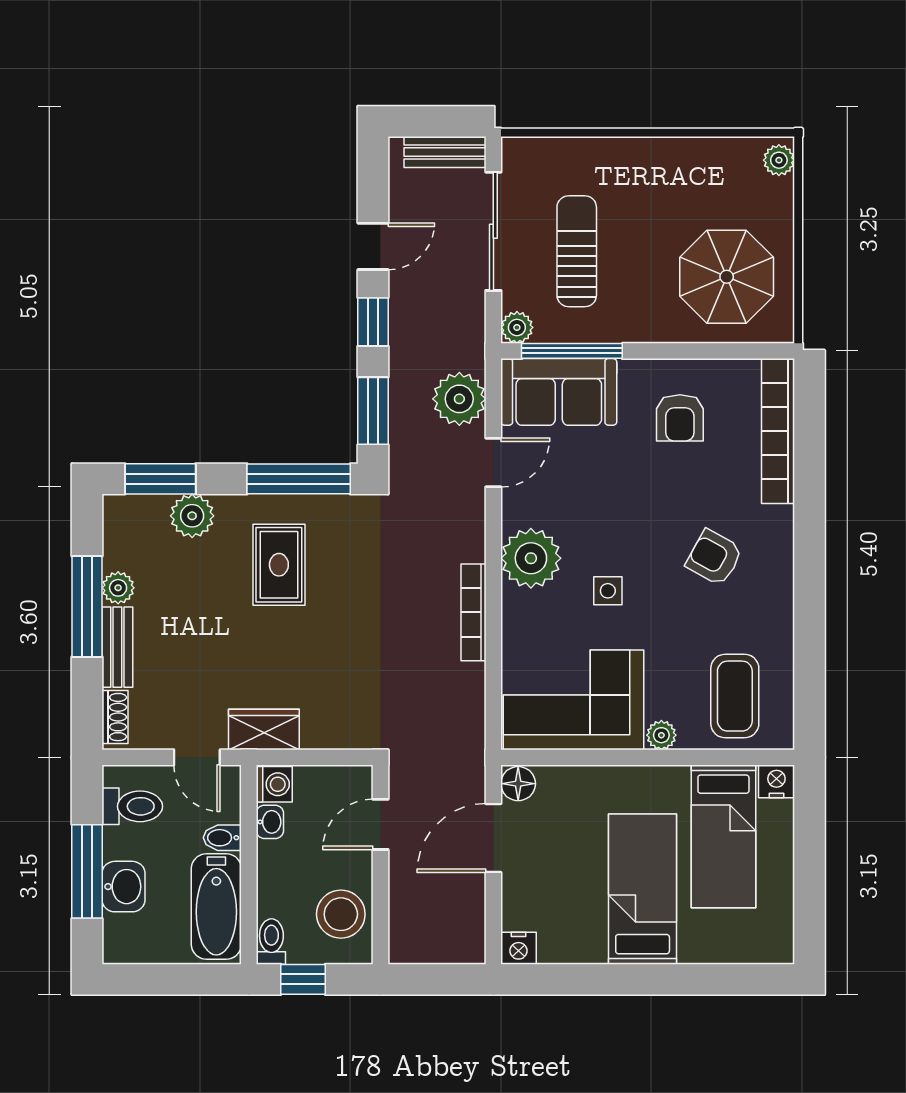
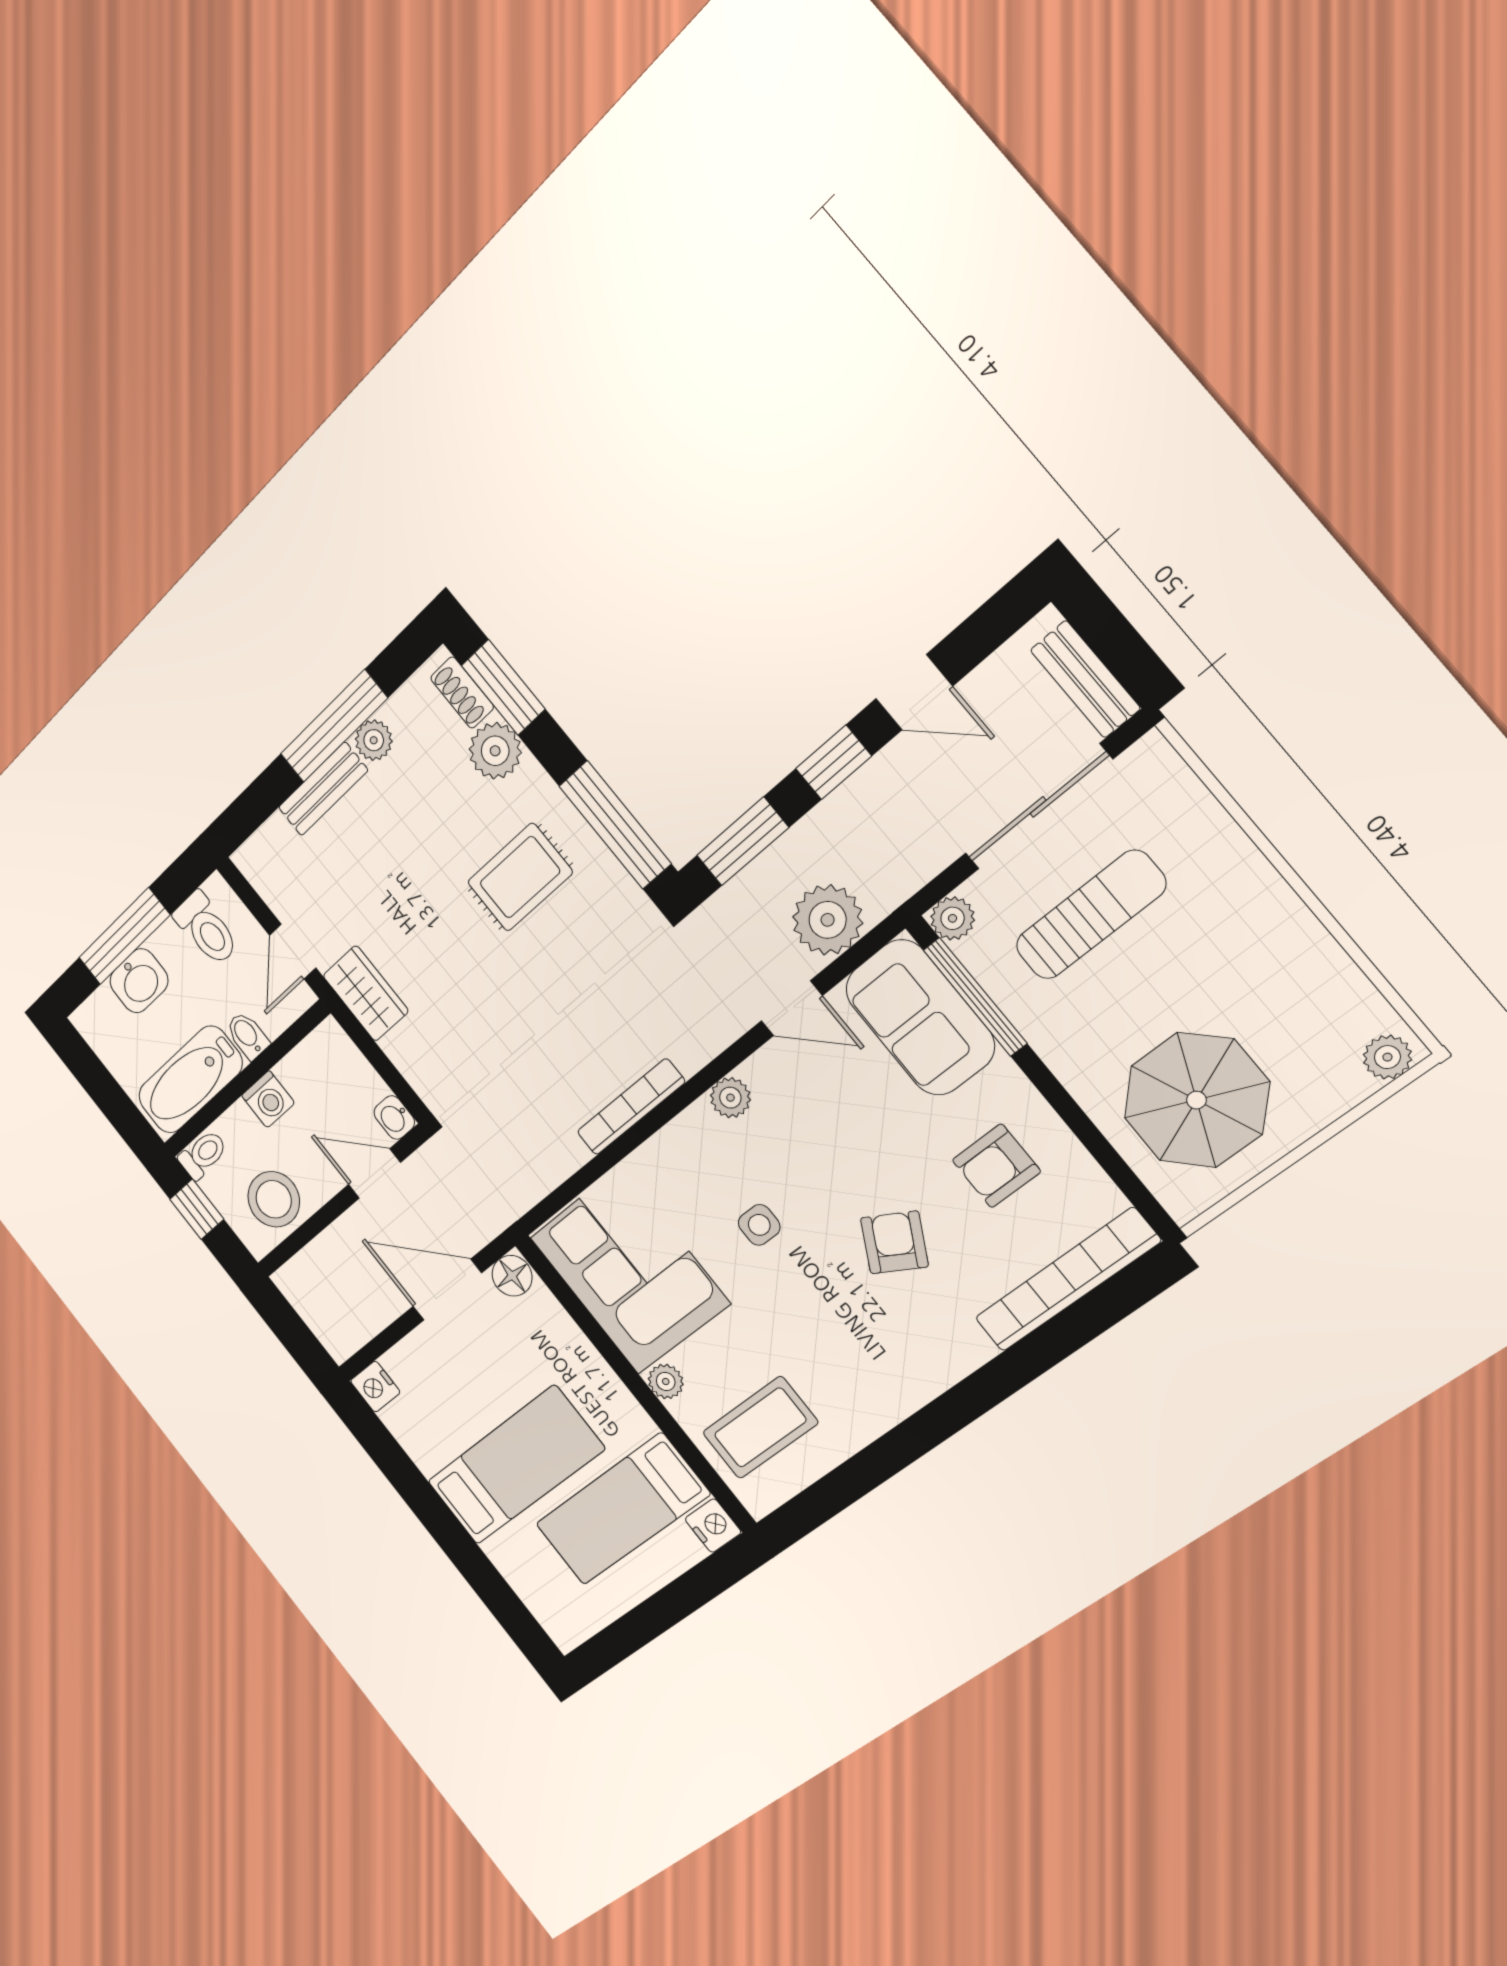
plant: (531, 558) -> (730, 1098), width x0.53, depth x0.53
armchair: (714, 558) -> (894, 1242), moved
shoe rack: (115, 717) -> (462, 693), moved, turned 90
washing machine: (274, 784) -> (268, 1099), moved
washbasin: (270, 822) -> (394, 1117), moved, turned 90

